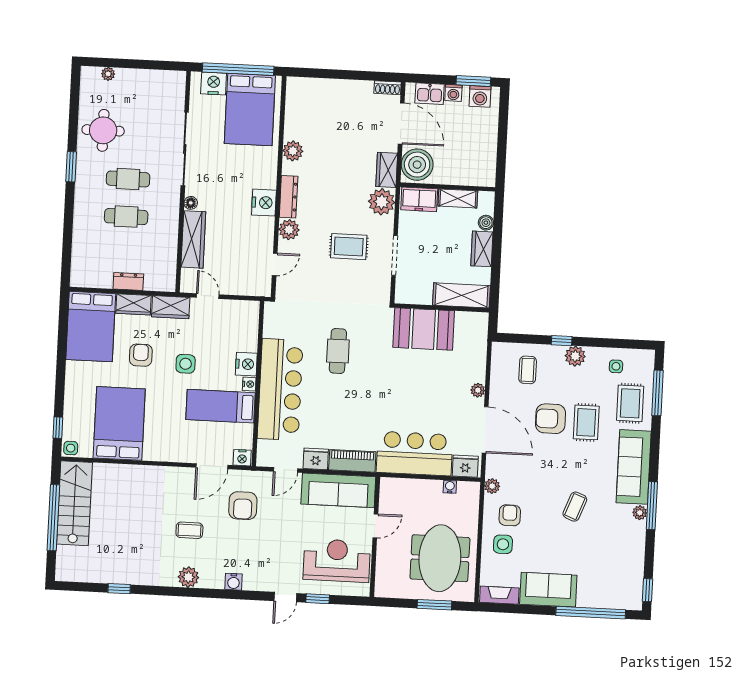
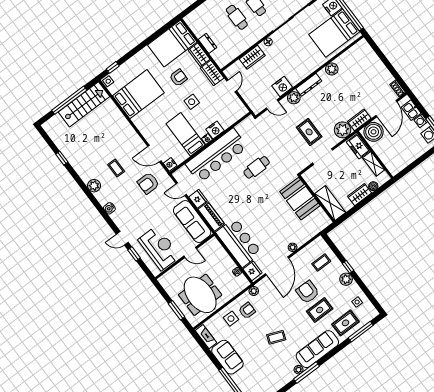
nightstand: (264, 203) -> (282, 87), moved
wardrobe: (193, 239) -> (252, 57), width x0.67
meeting table: (440, 558) -> (200, 295), turned 90

